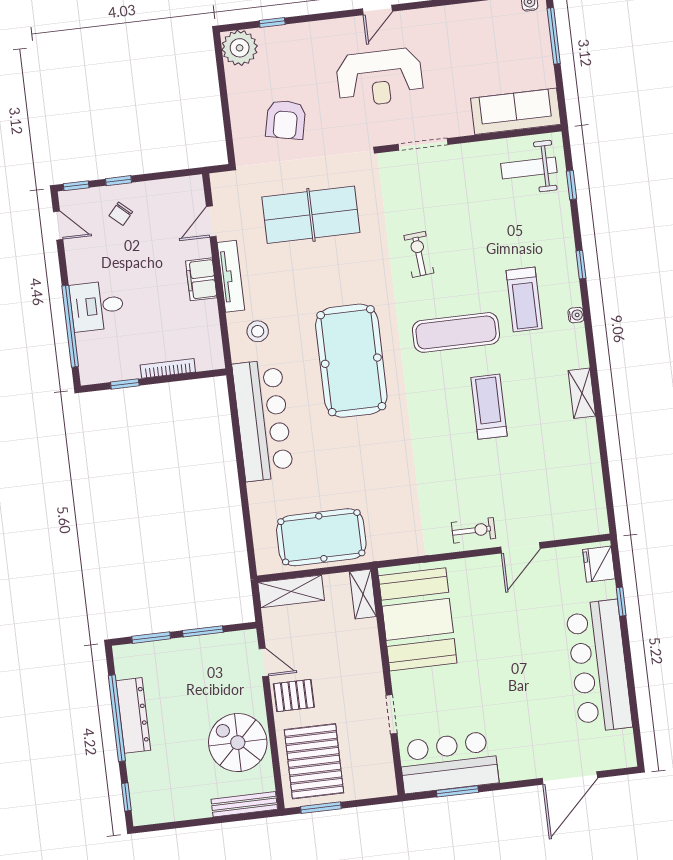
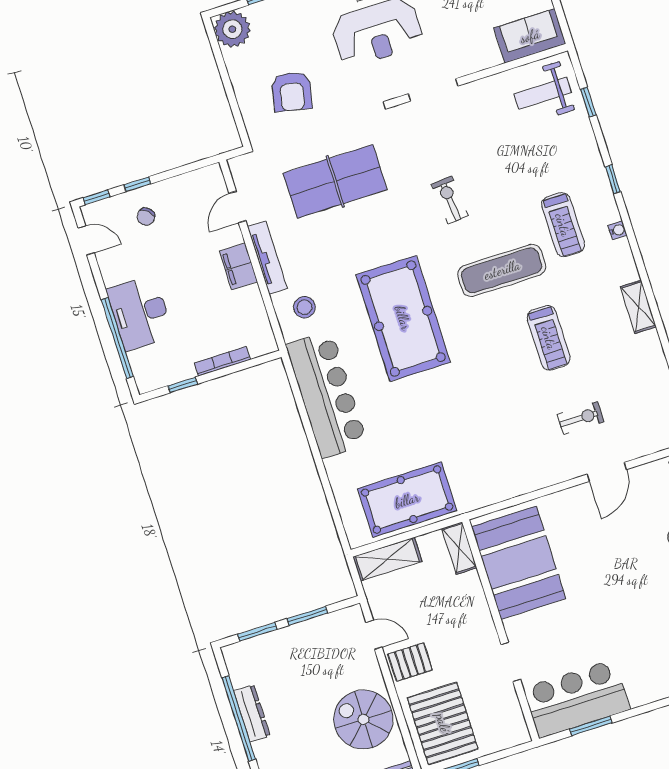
sofa: (516, 111) -> (530, 36), width x0.73
desk: (97, 306) -> (140, 313), width x1.37
treadmill: (489, 407) -> (549, 338), turned 180
exercise bike: (473, 530) -> (581, 418), moved
dresser: (133, 715) -> (252, 713), width x0.73, depth x0.80

